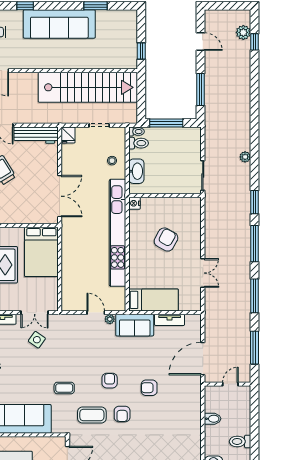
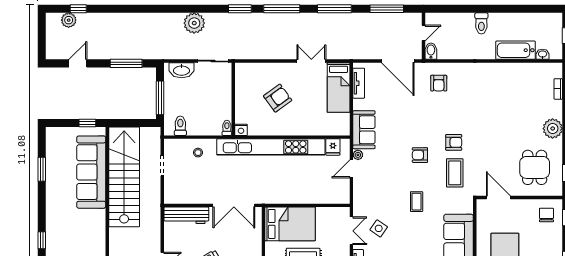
sofa: (59, 24) -> (91, 172), moved, turned 180
toilet: (136, 132) -> (227, 128), moved
workbench: (36, 135) -> (186, 215), moved, turned 90
fridge: (68, 135) -> (333, 147), moved, turned 90
plant: (245, 157) -> (194, 23), width x1.88, depth x1.88
washbasin: (136, 171) -> (182, 70), moved, turned 180
double door: (60, 196) -> (234, 205), swing flipped
armchair: (166, 240) -> (278, 98), turned 115
bed: (154, 300) -> (339, 87), moved, turned 180
tv unit: (170, 320) -> (359, 83), moved
door: (230, 384) -> (424, 33), swing flipped
coffee table: (64, 388) -> (417, 202), moved
armchair: (149, 388) -> (439, 83), moved
bidet: (213, 419) -> (431, 51), moved

